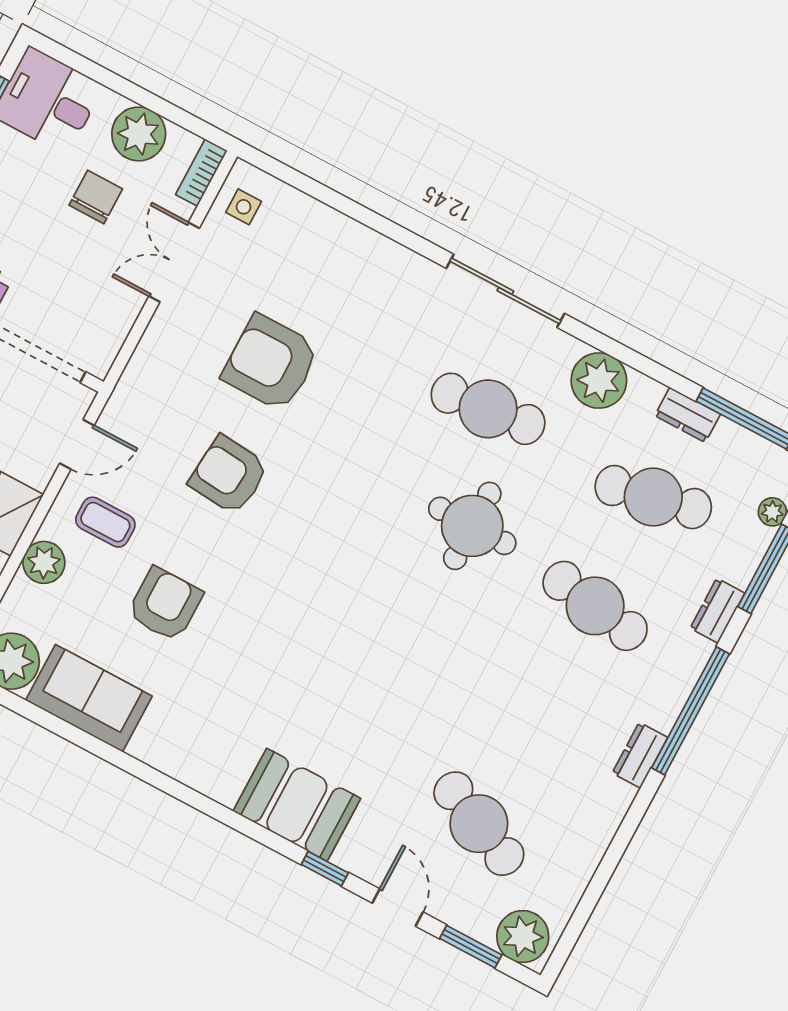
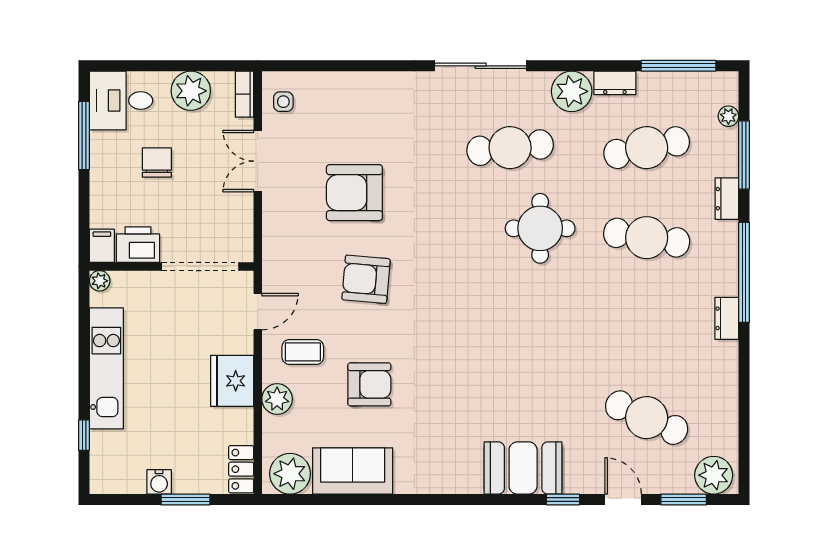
chair: (96, 197) -> (157, 163), moved
dresser: (688, 415) -> (615, 83), moved
armchair: (165, 604) -> (369, 384), turned 90

